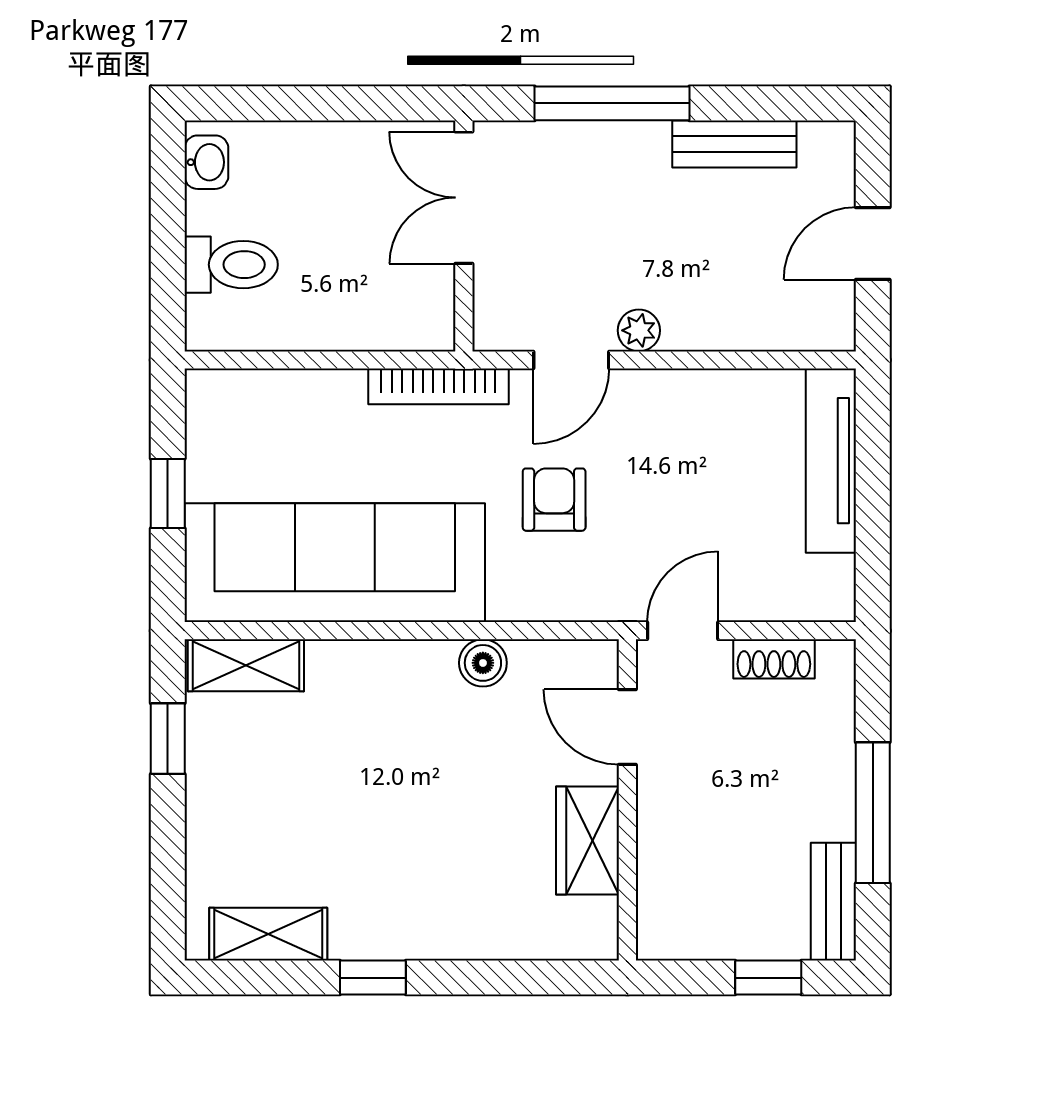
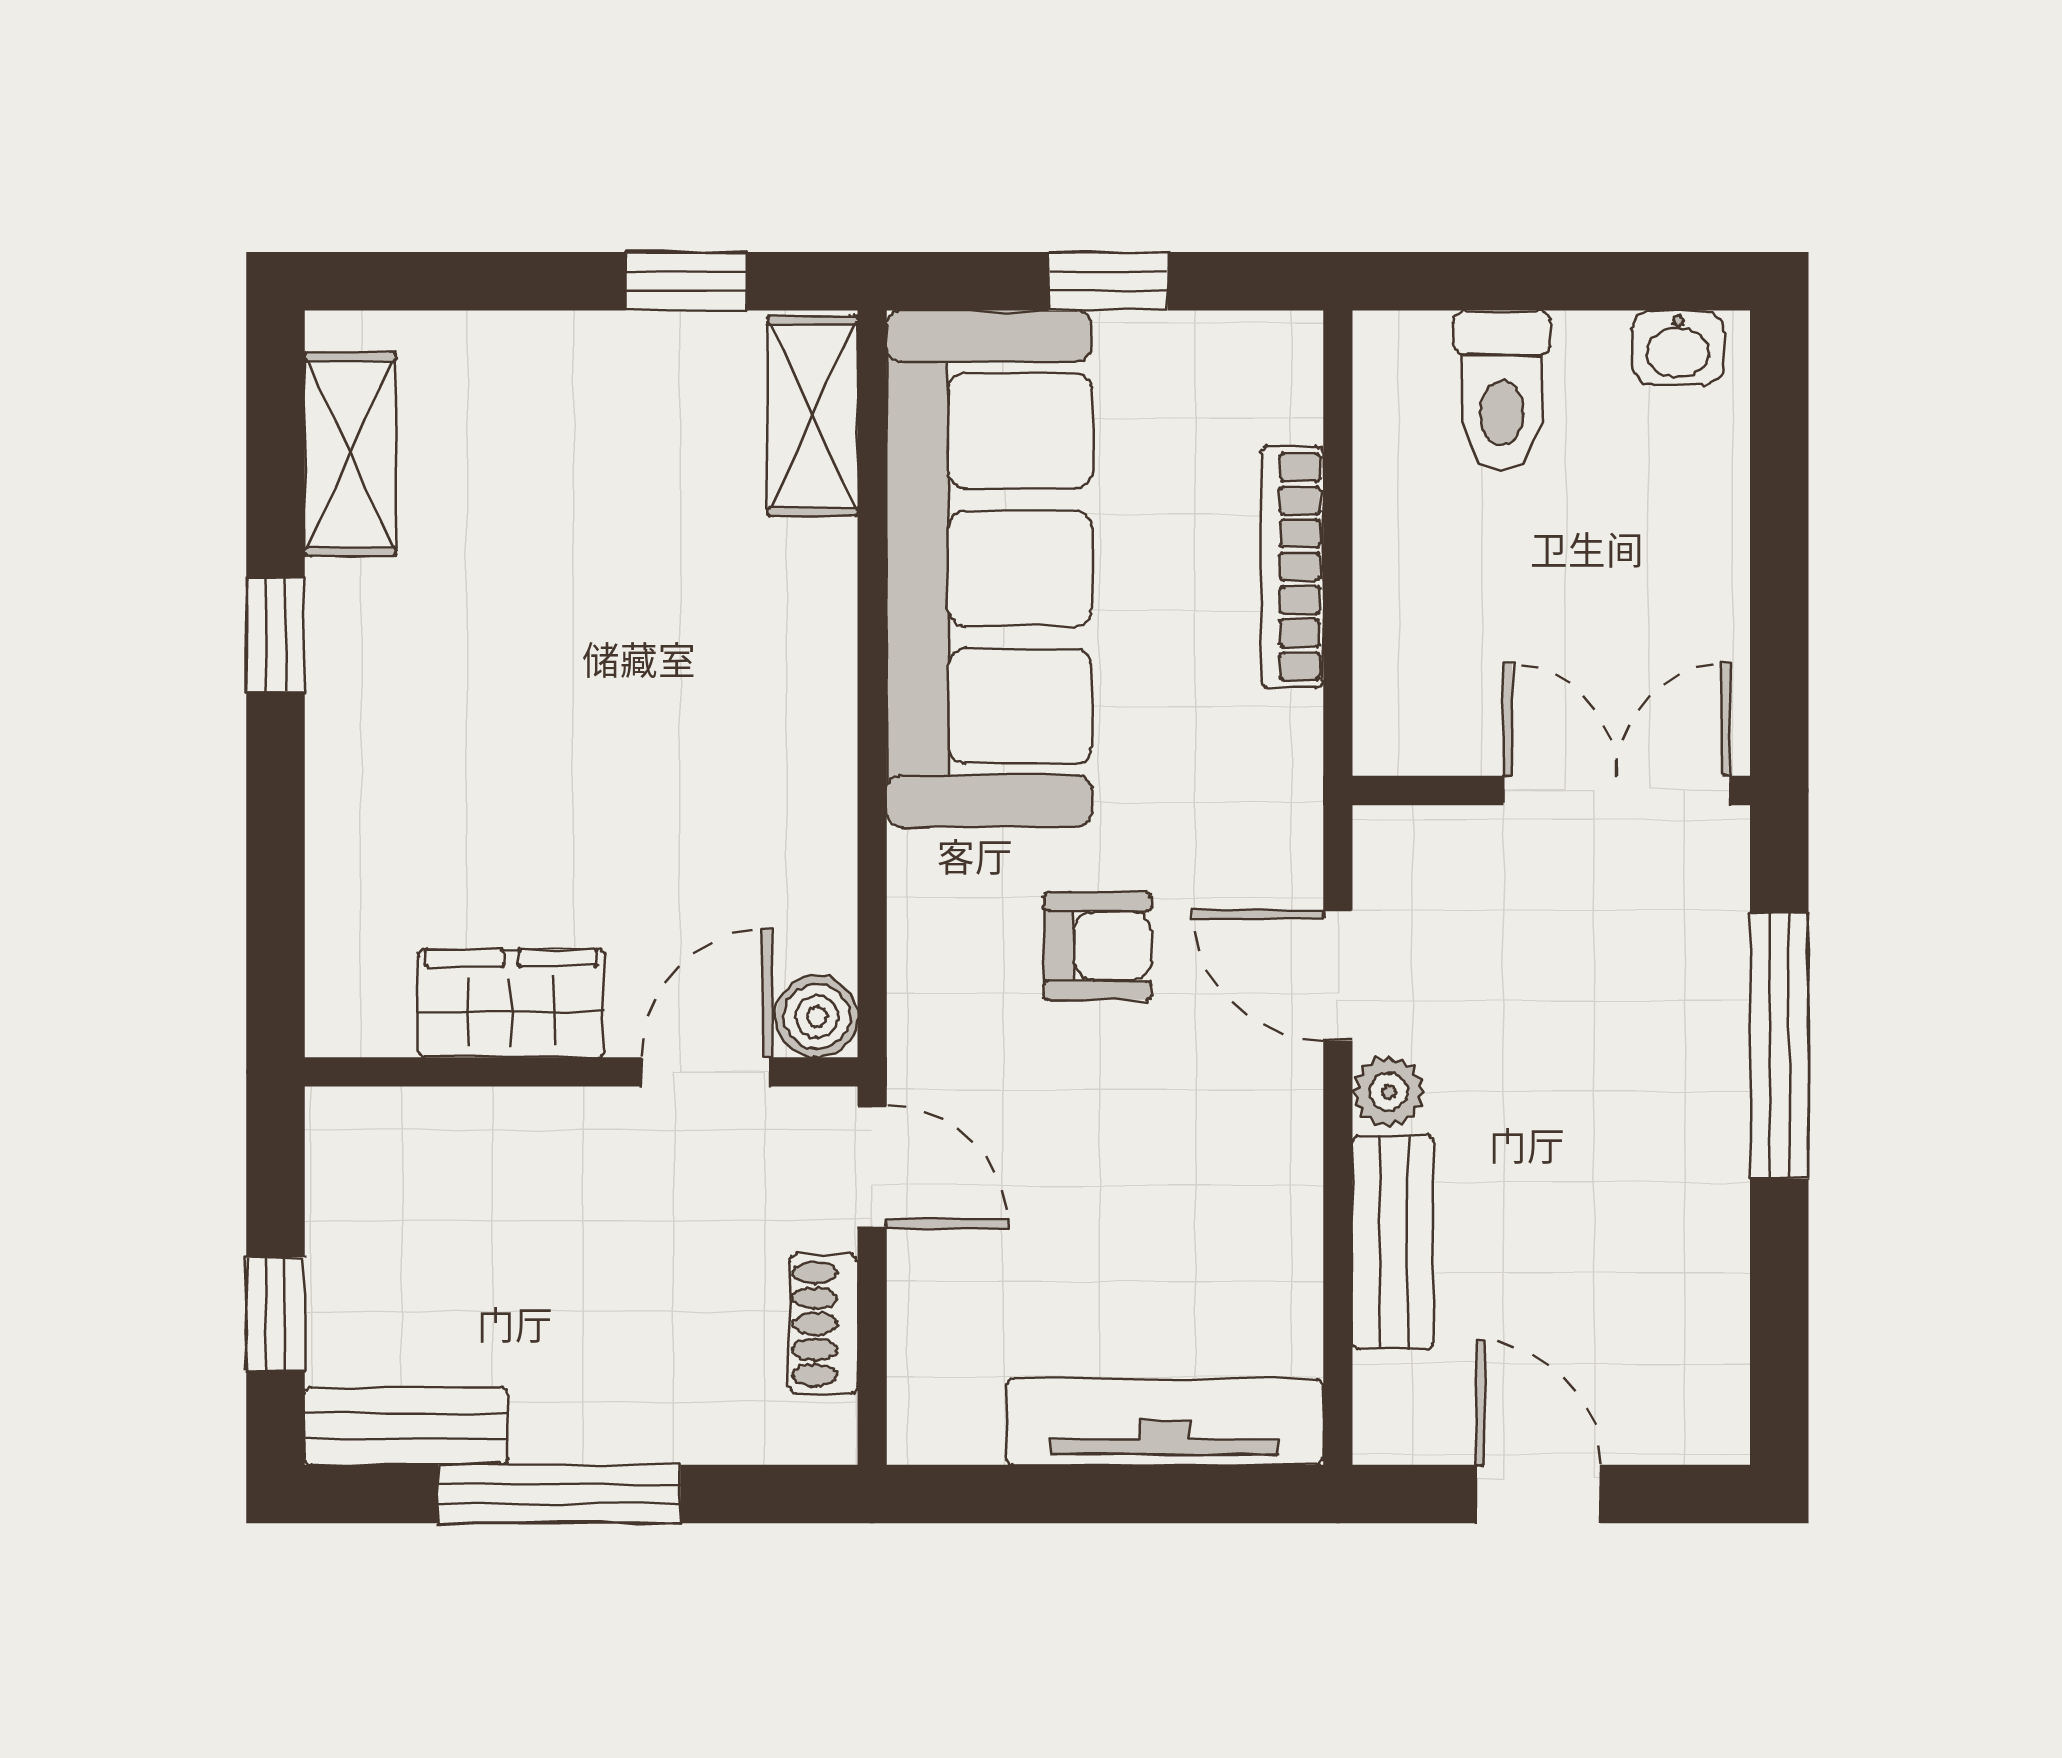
bench: (734, 144) -> (1393, 1242), moved
bookcase: (438, 386) -> (1292, 567), moved
boiler: (483, 663) -> (817, 1016), moved

